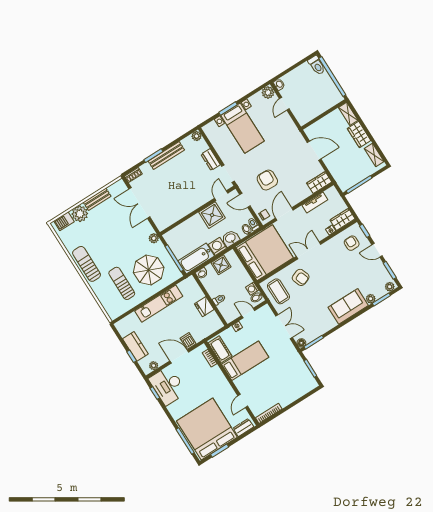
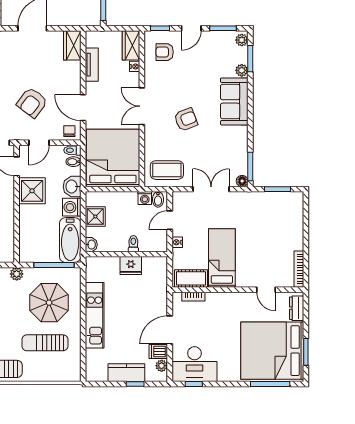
armchair: (267, 180) -> (32, 103), turned -55
armchair: (301, 277) -> (186, 120), moved
dishwasher: (188, 341) -> (158, 352), moved

